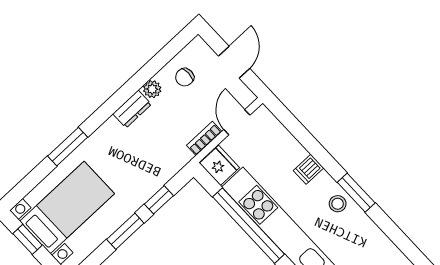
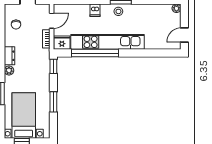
plant: (152, 89) -> (9, 70), moved
door: (237, 122) -> (52, 21), swing flipped
window: (159, 200) -> (53, 66), moved

